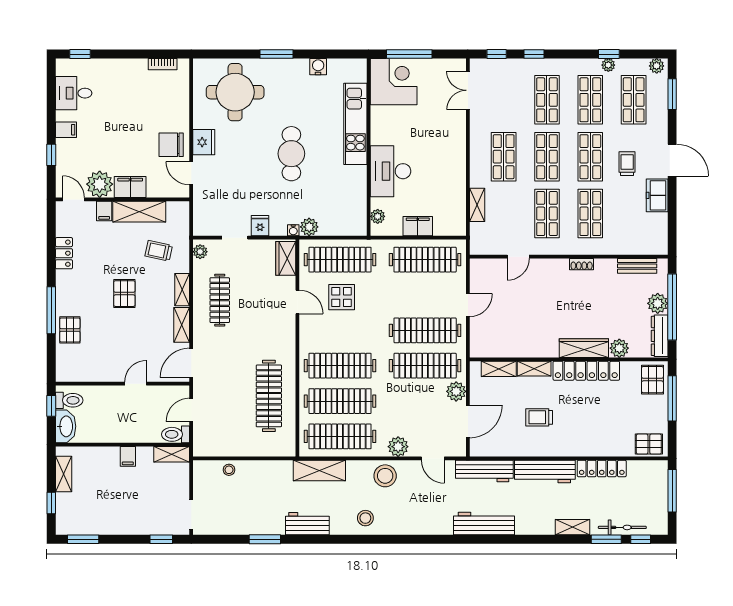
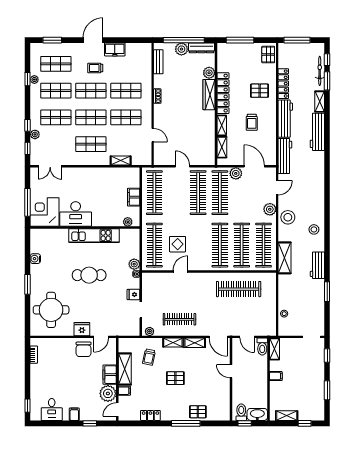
plant: (657, 66) -> (35, 134), moved
kitchen unit: (355, 124) -> (94, 236), moved
desk: (390, 171) -> (76, 214), moved
wardrobe: (286, 258) -> (154, 279), removed
pallet: (652, 380) -> (260, 91), moved
workbench: (484, 524) -> (317, 132), moved
window: (83, 539) -> (327, 390), moved

